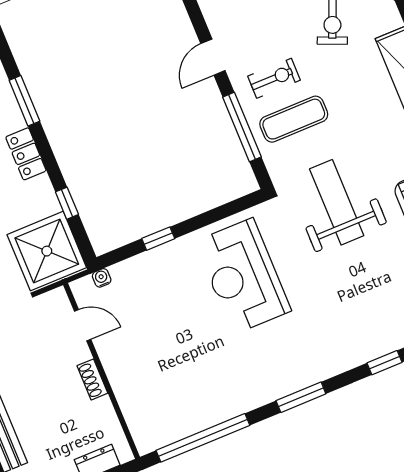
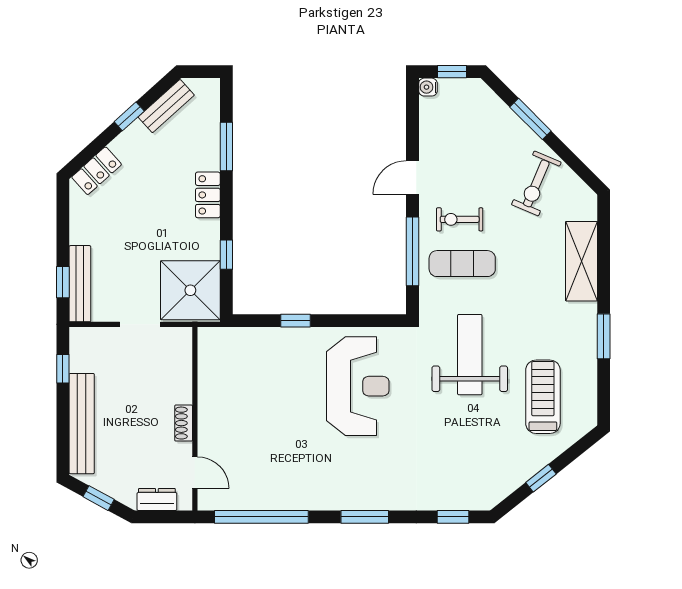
exercise bike: (274, 78) -> (460, 219), turned 180
reception desk: (243, 276) -> (358, 386), turned 180
water cooler: (102, 278) -> (230, 335), removed
door: (83, 325) -> (195, 473), moved

